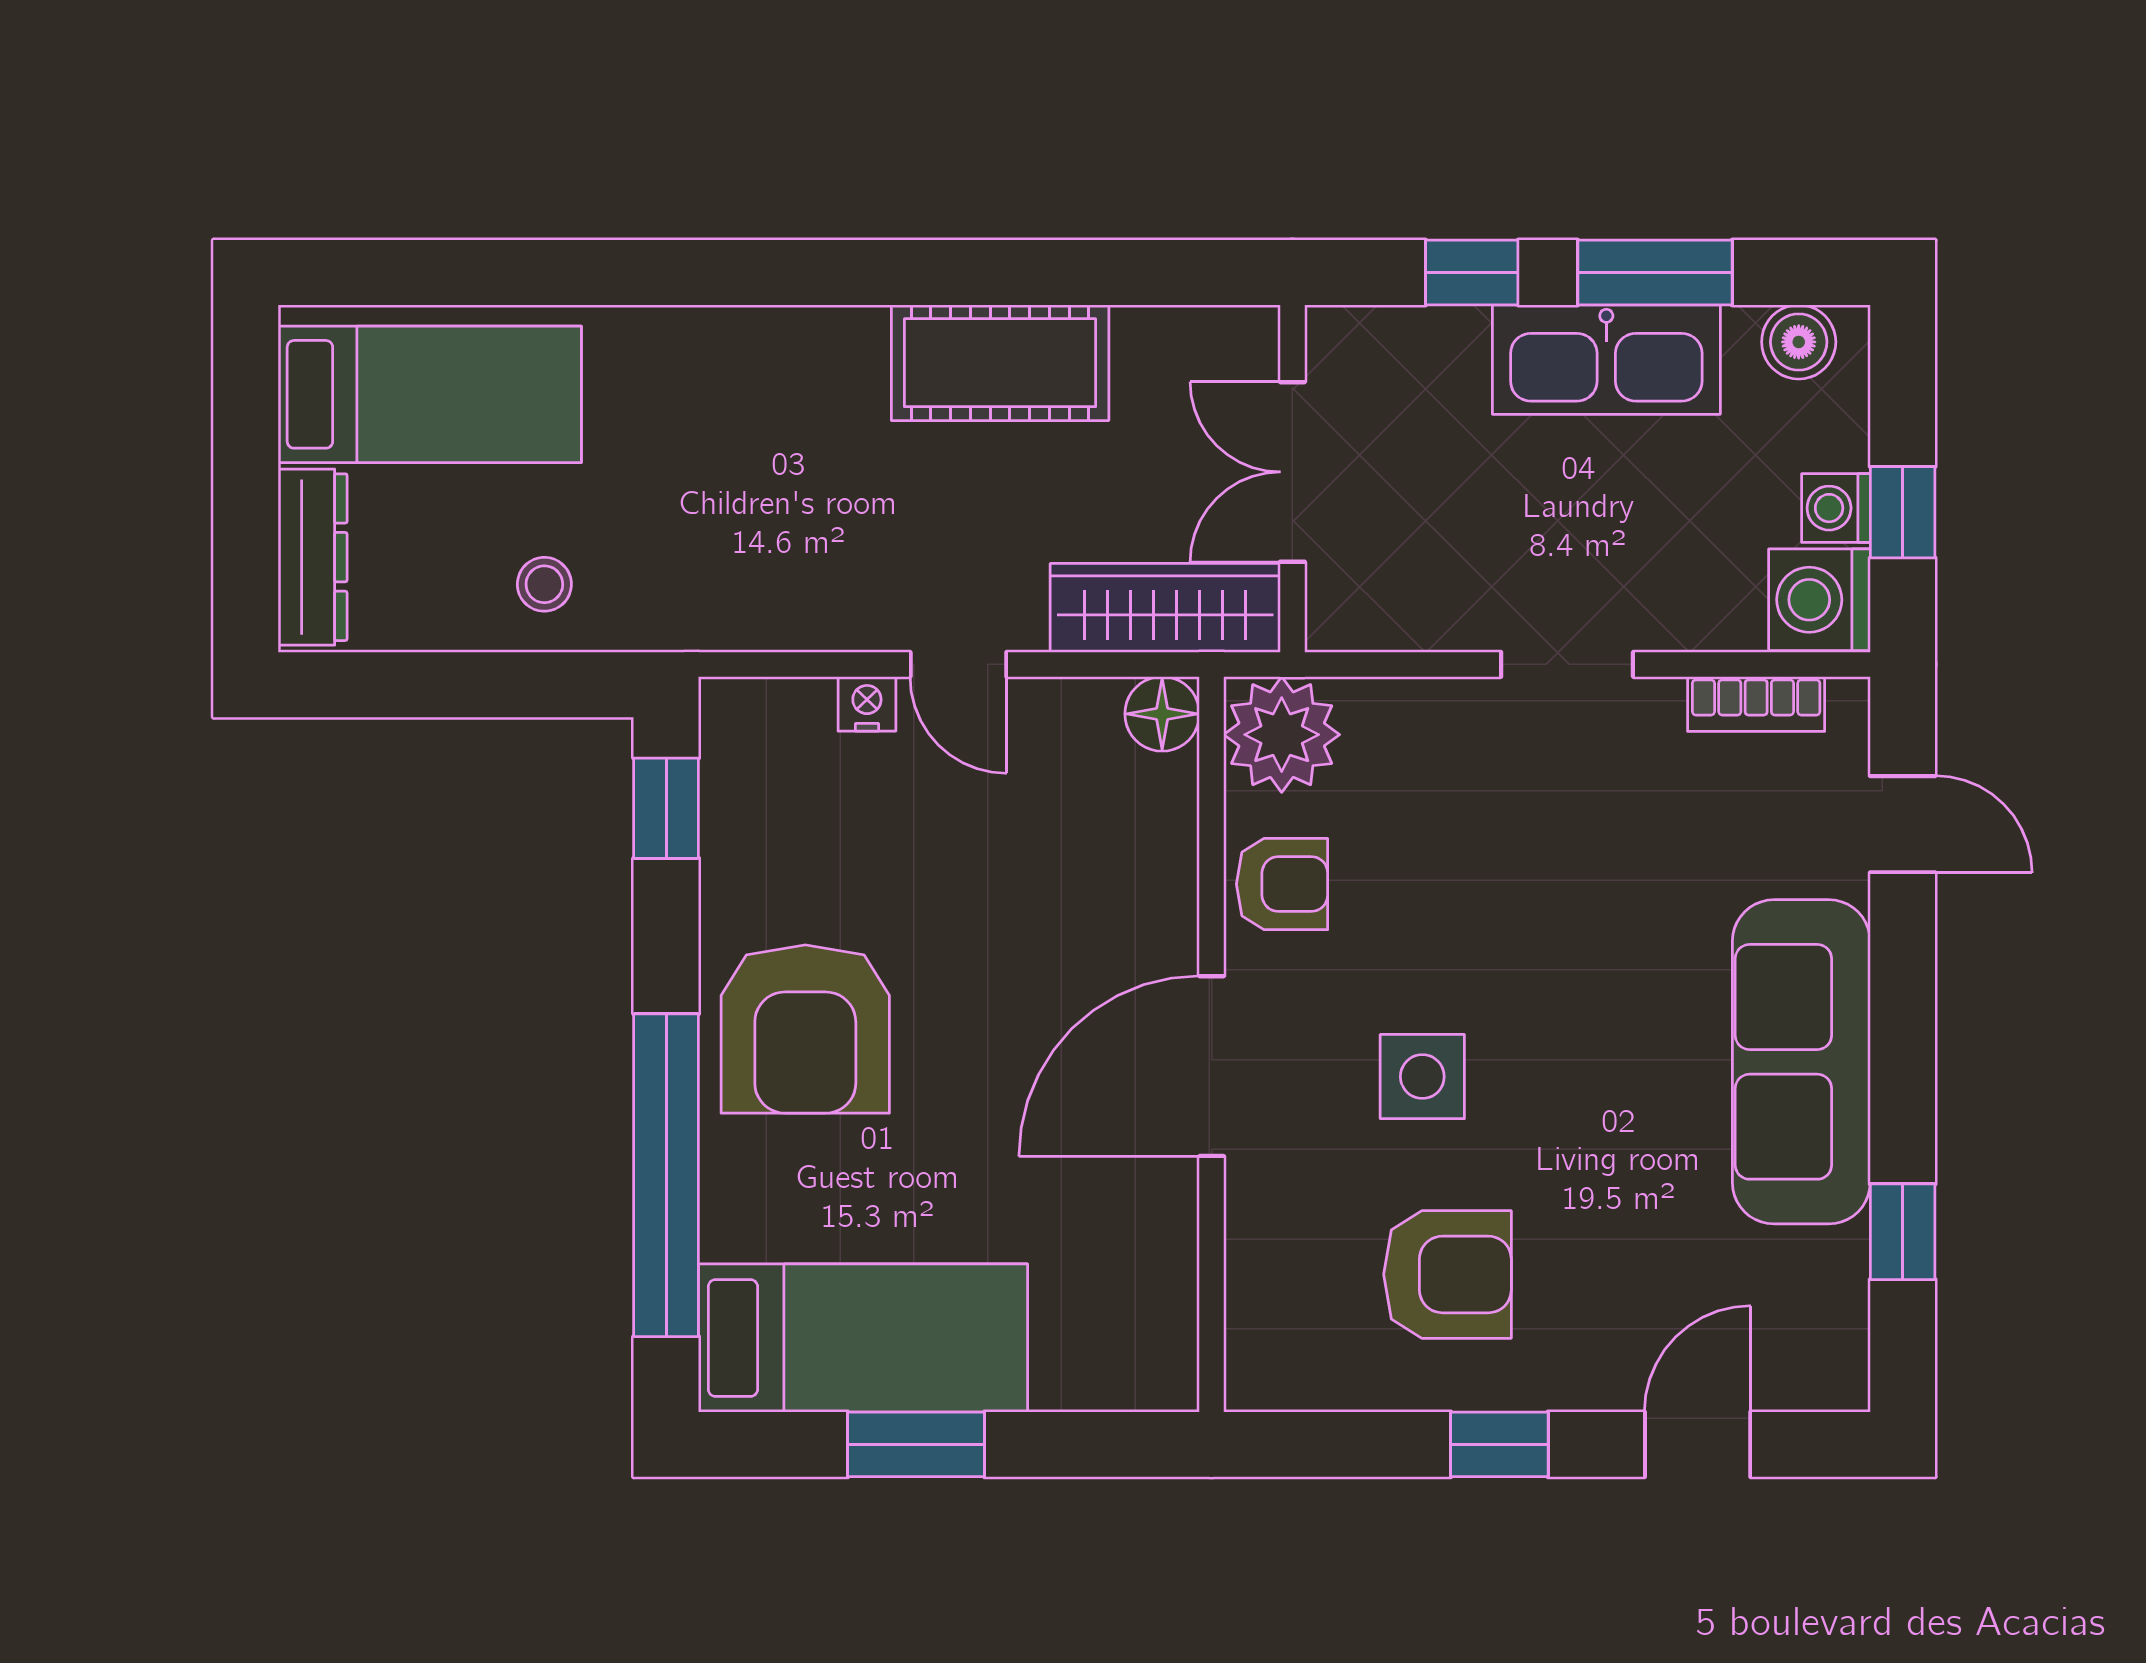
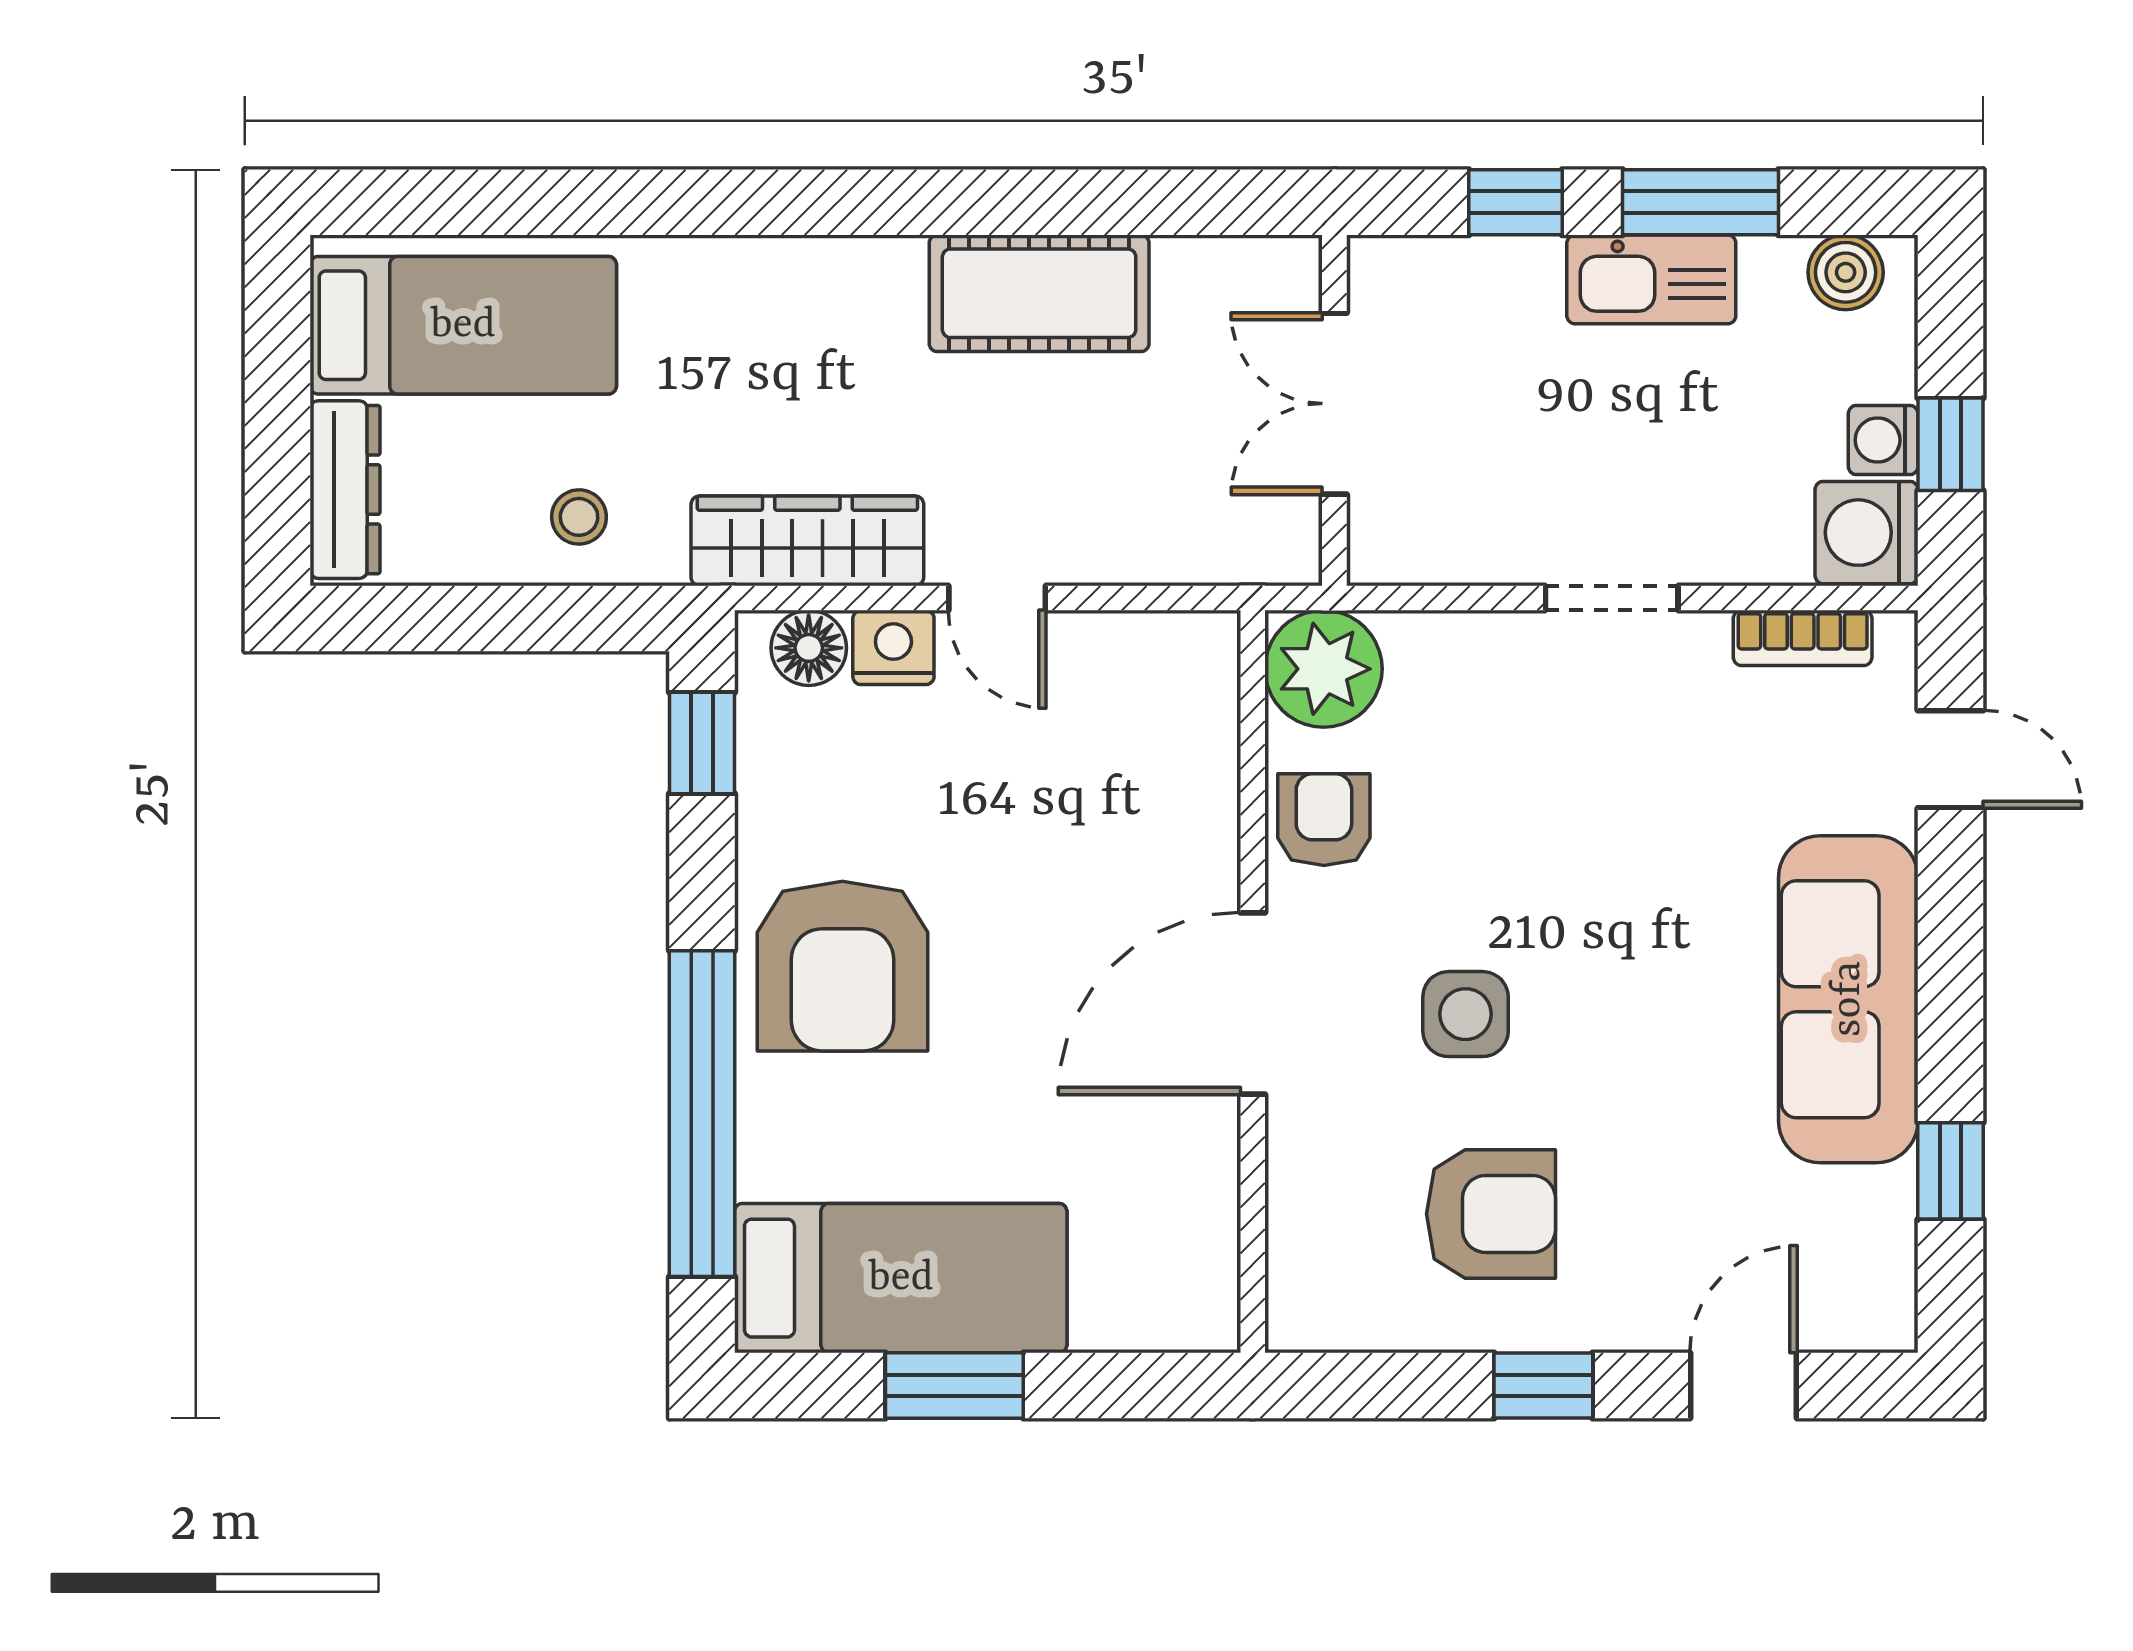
kitchen sink: (1606, 360) -> (1651, 279), width x0.73, depth x0.81
wardrobe: (1165, 608) -> (807, 541), moved
nightstand: (867, 704) -> (893, 647), width x1.39, depth x1.35
floor lamp: (1162, 714) -> (809, 648), moved
armchair: (1282, 884) -> (1324, 820), turned -90

